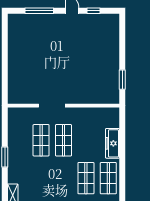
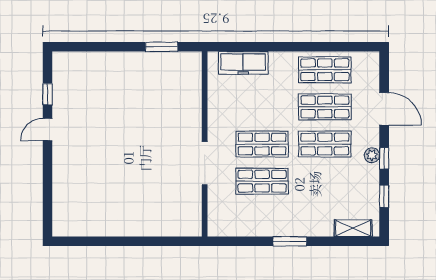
window: (39, 11) -> (48, 184), removed
freezer: (112, 143) -> (243, 63), moved
shop shelf: (64, 178) -> (325, 144), added

